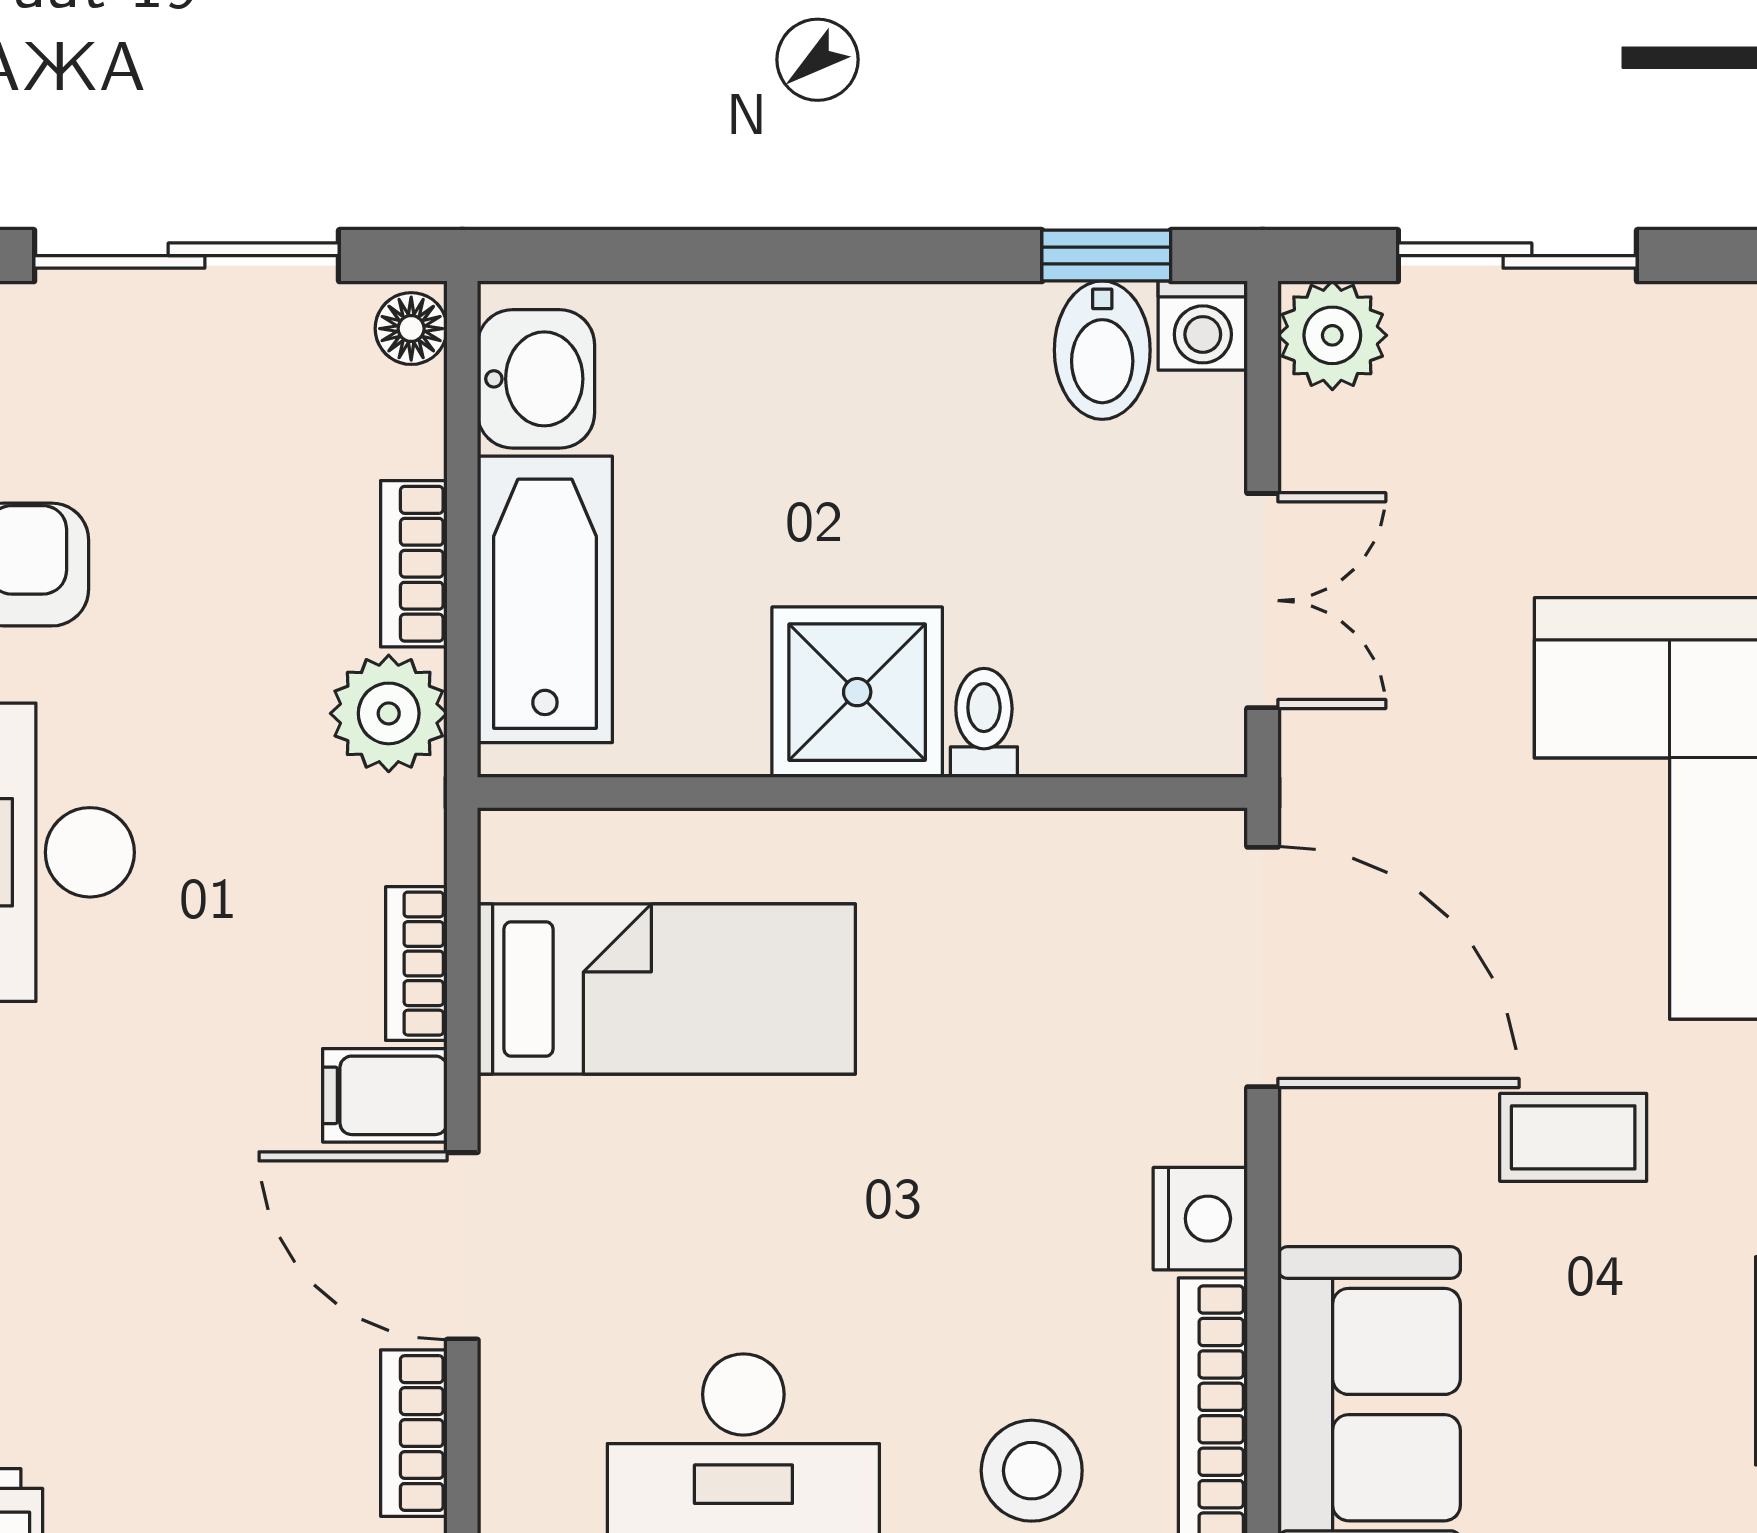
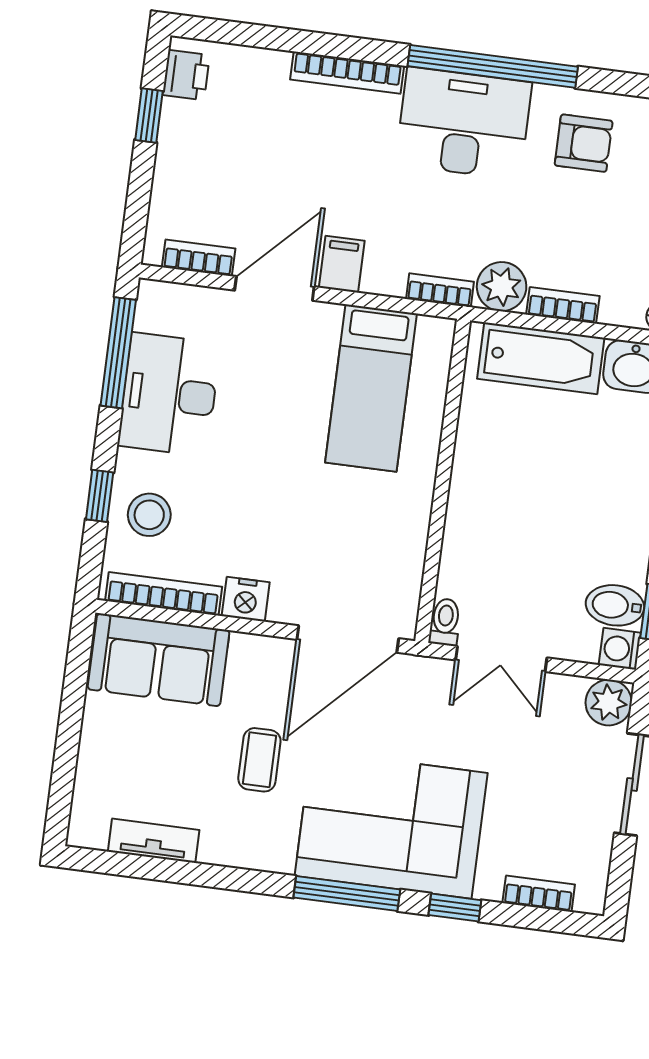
shower: (857, 692) -> (485, 484), removed
toilet: (984, 723) -> (445, 622), moved, turned -90
bookcase: (416, 964) -> (440, 290), moved

